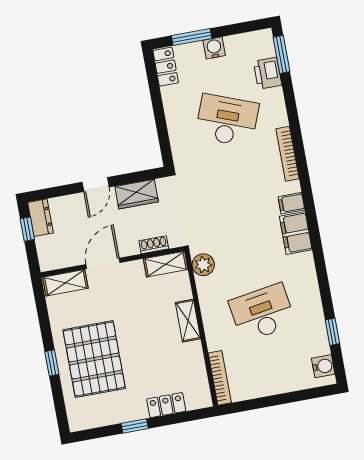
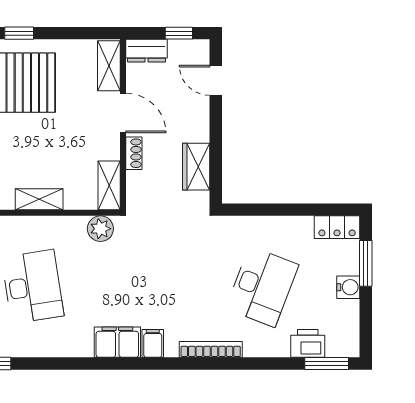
door: (96, 185) -> (216, 80), moved
dresser: (40, 218) -> (147, 51), moved
shoe rack: (154, 245) -> (134, 153), moved

